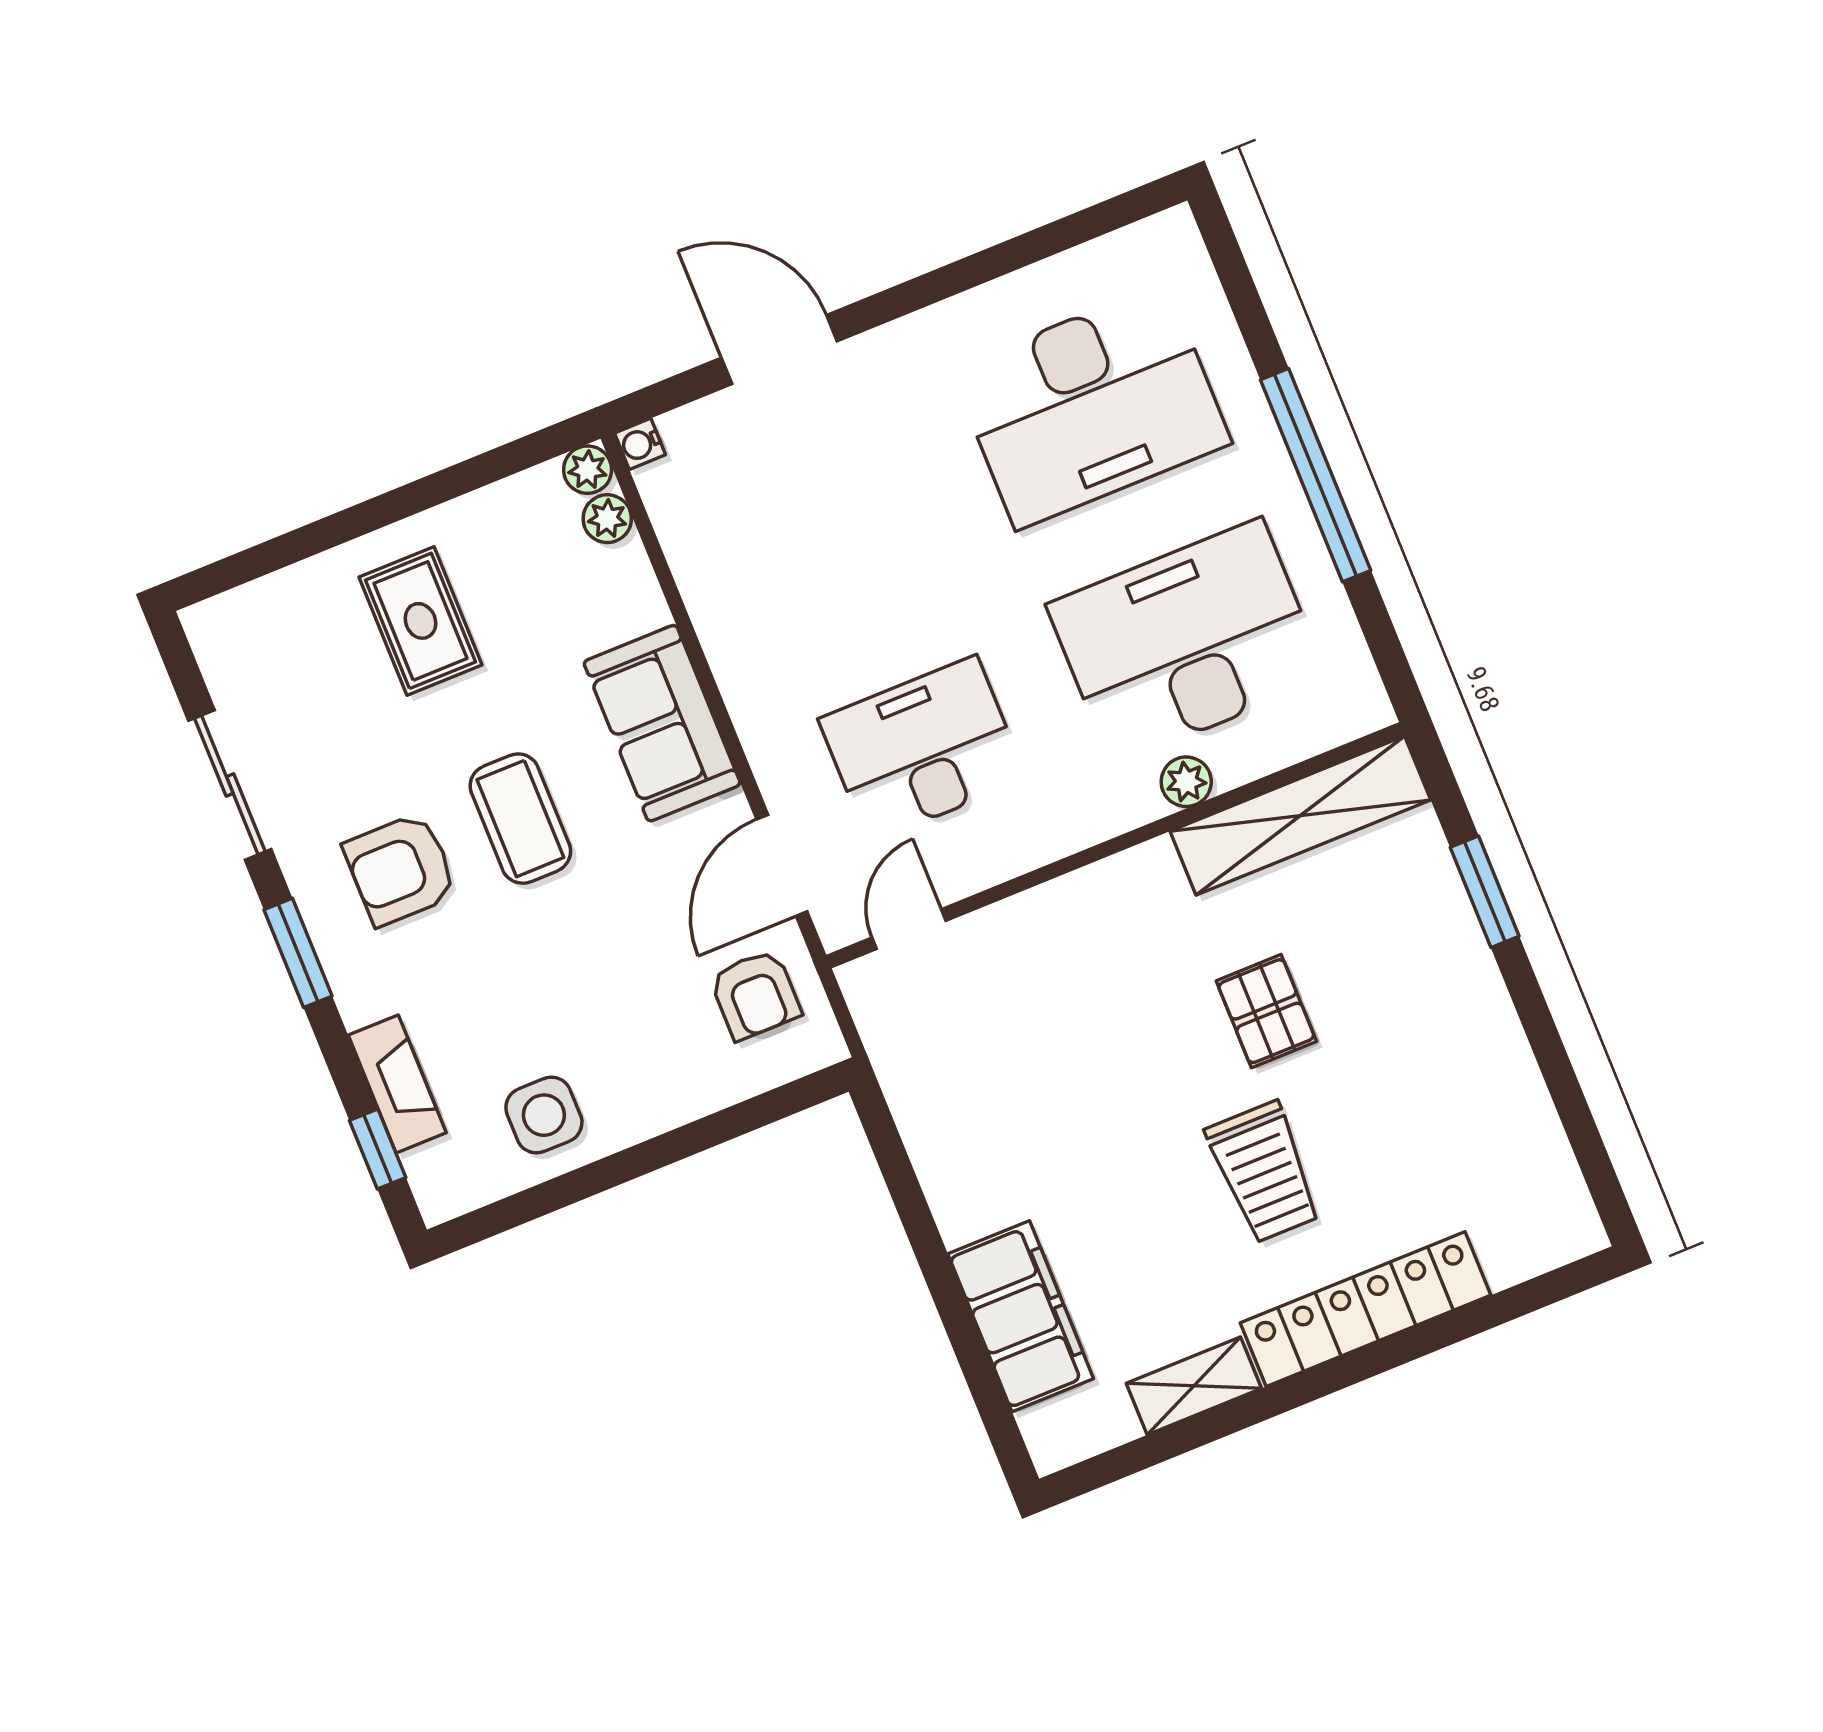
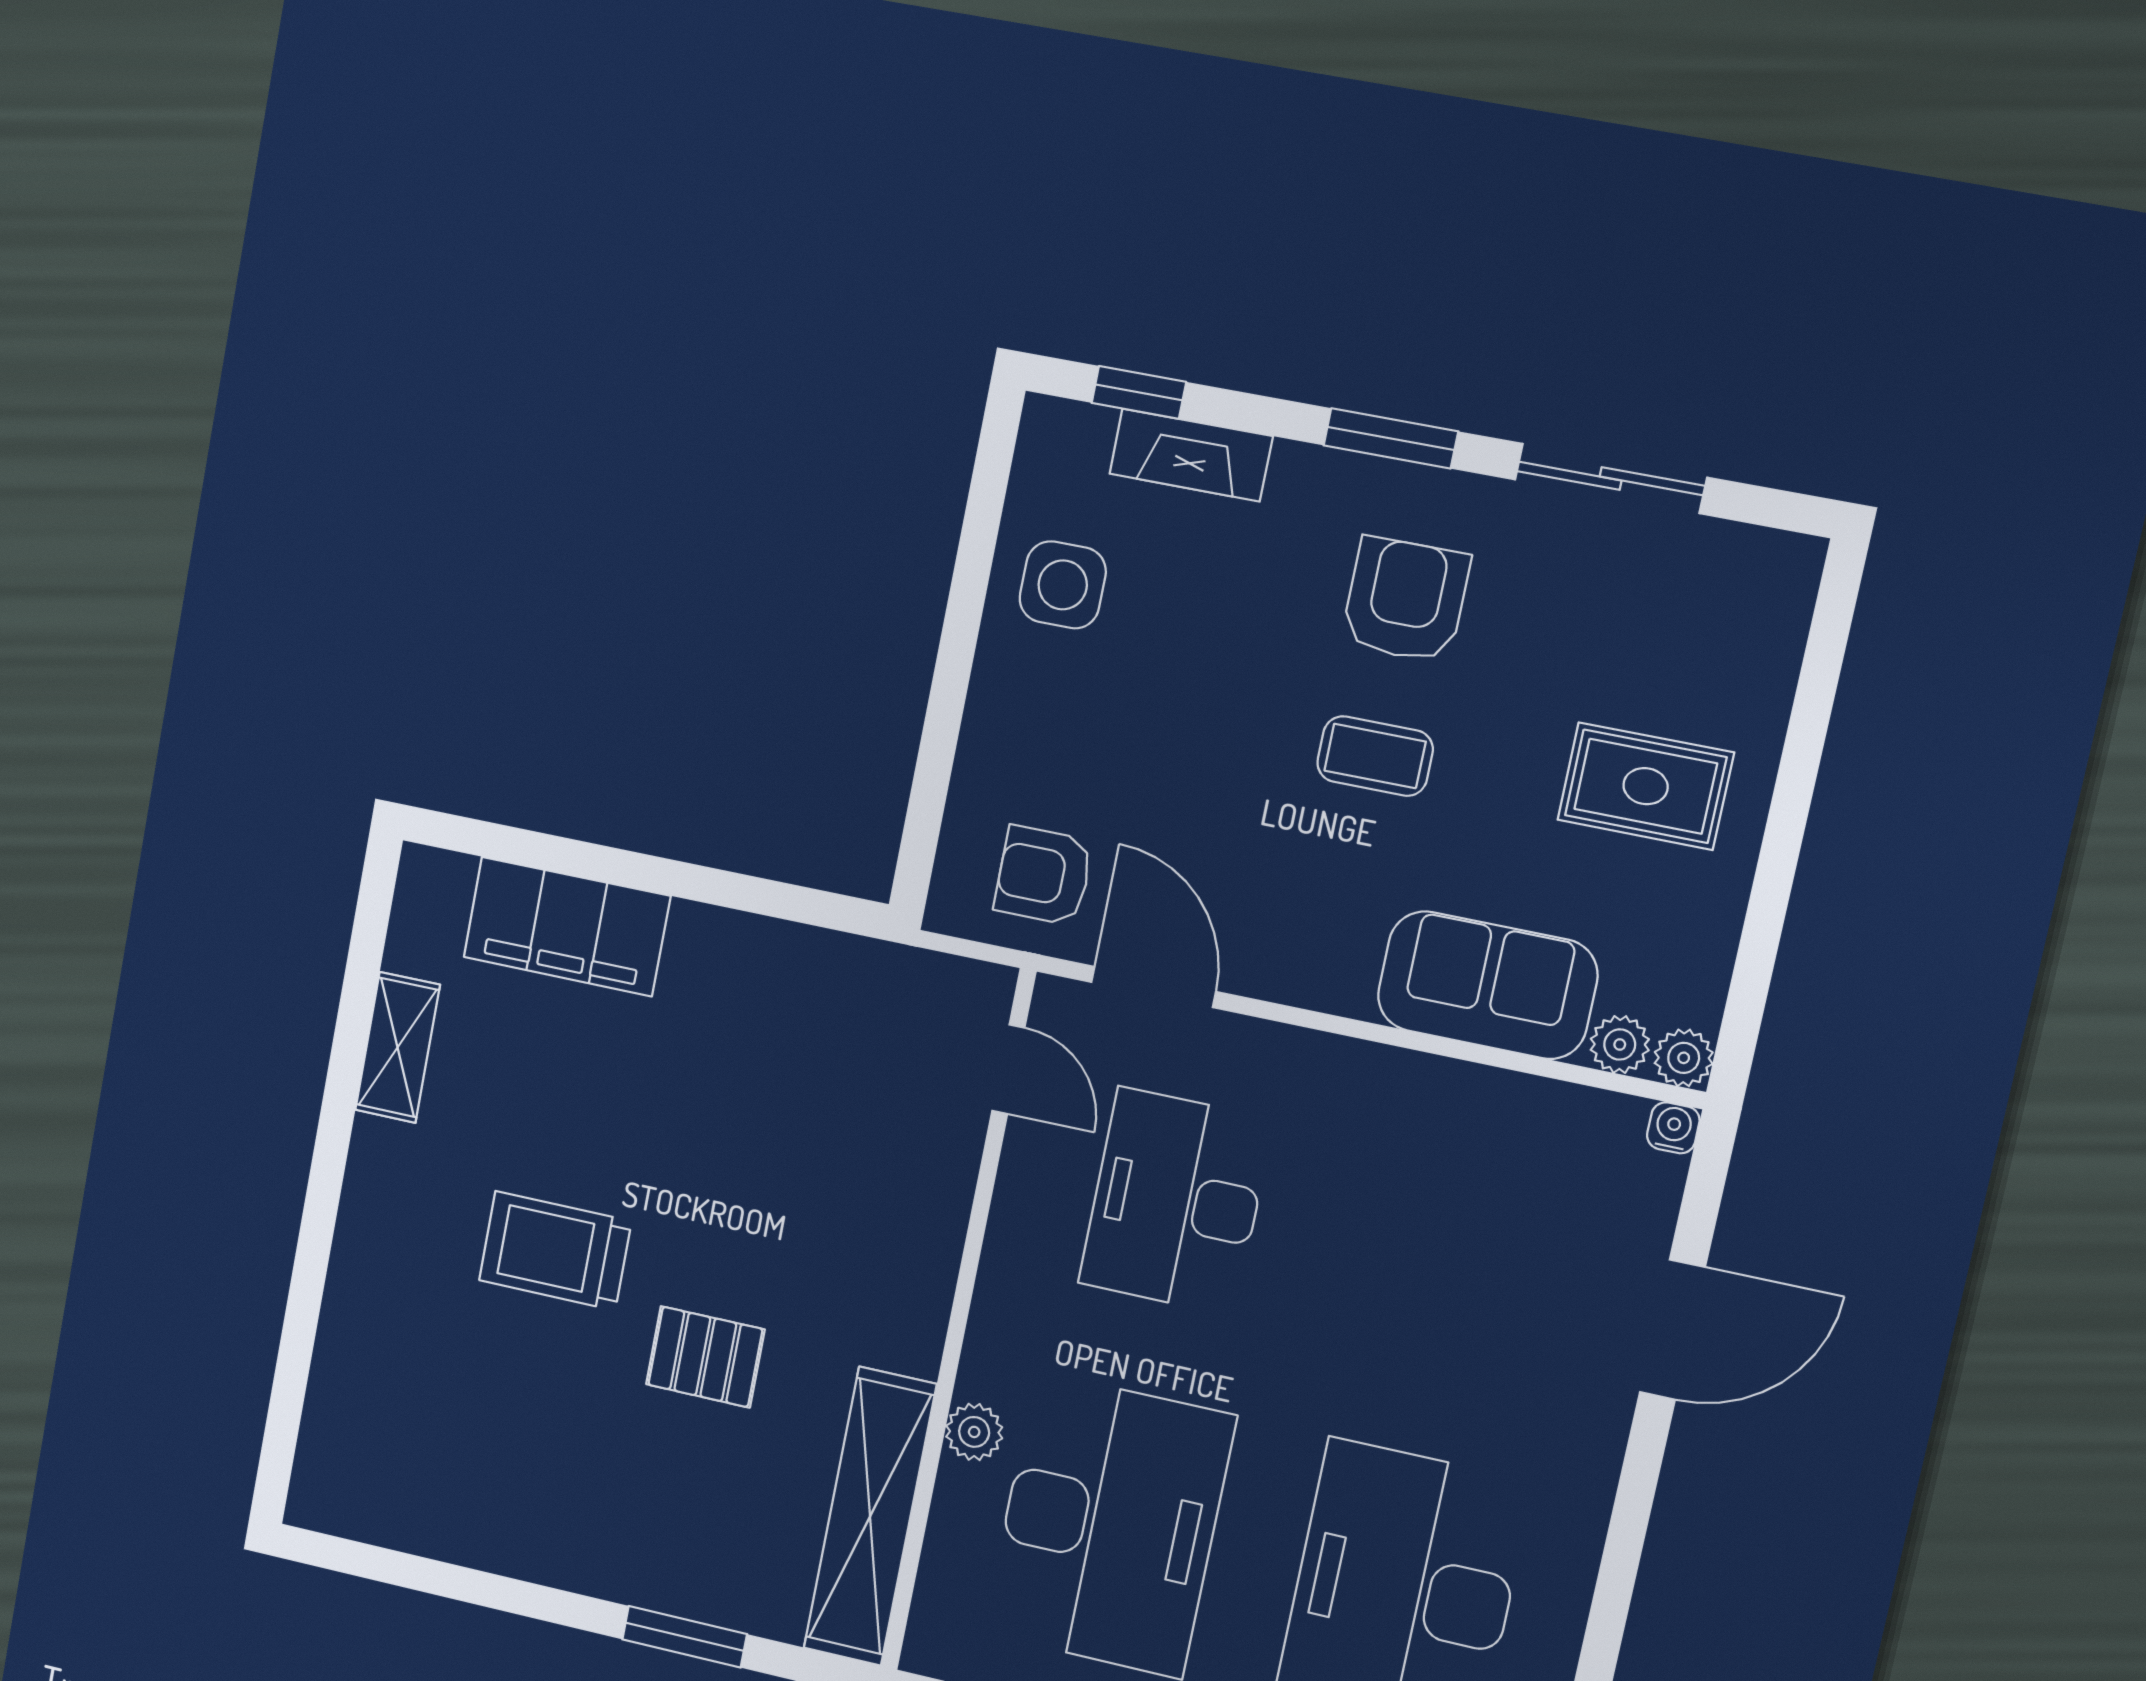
sofa: (662, 723) -> (1487, 985), moved
desk: (922, 749) -> (1176, 1201), turned 180
coffee table: (520, 819) -> (1375, 756), width x0.73, depth x0.77
locker: (1366, 1309) -> (367, 1258), removed

